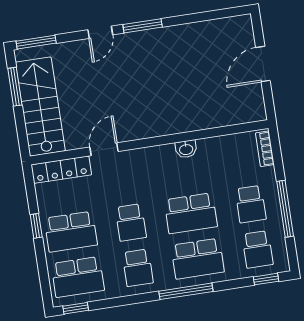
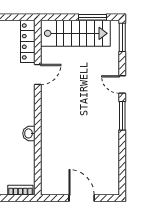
door: (104, 149) -> (38, 74), hinge flipped

